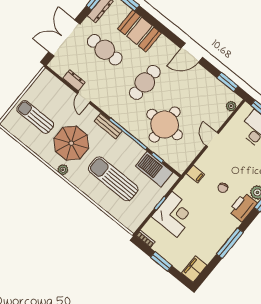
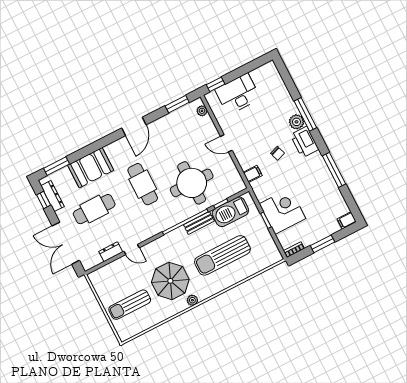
bench: (108, 126) -> (199, 223), moved
filing cabinet: (194, 269) -> (347, 220), width x0.50

